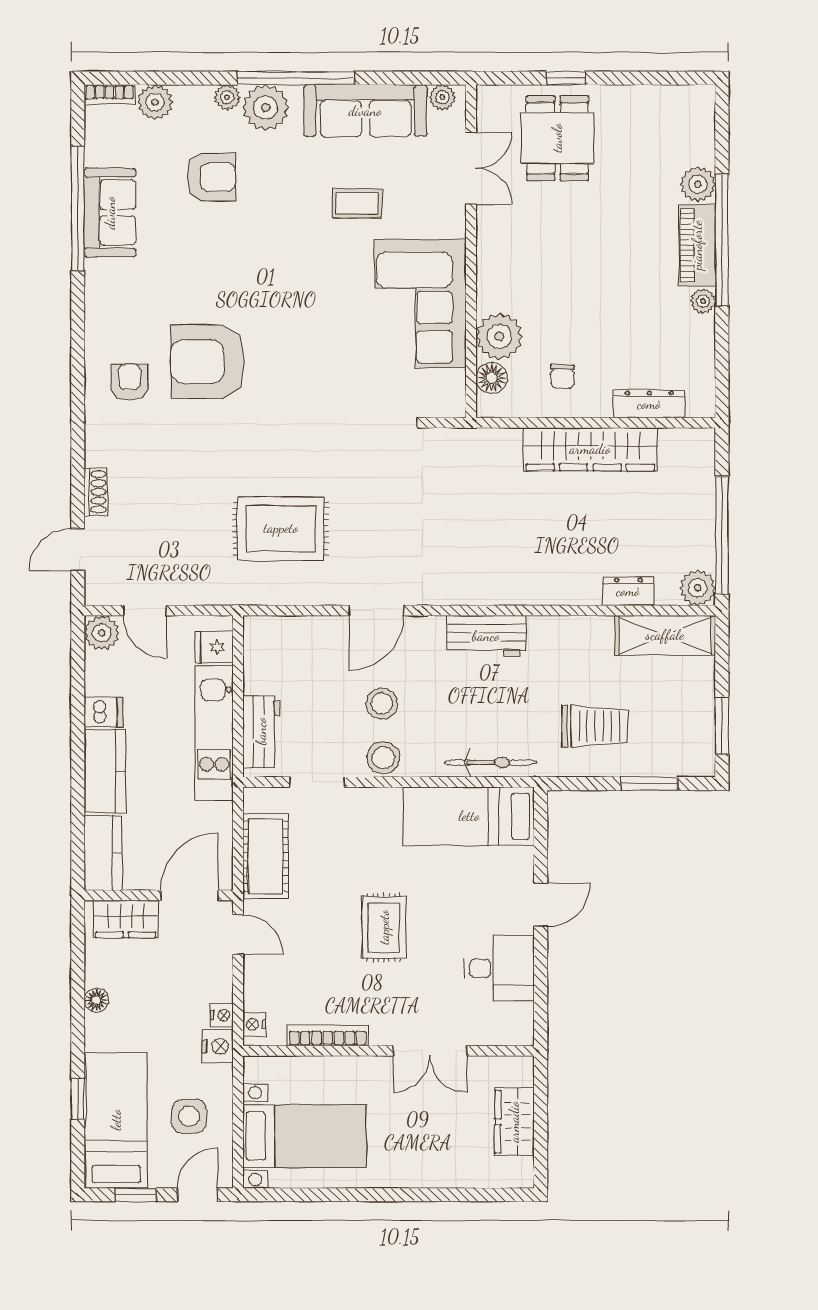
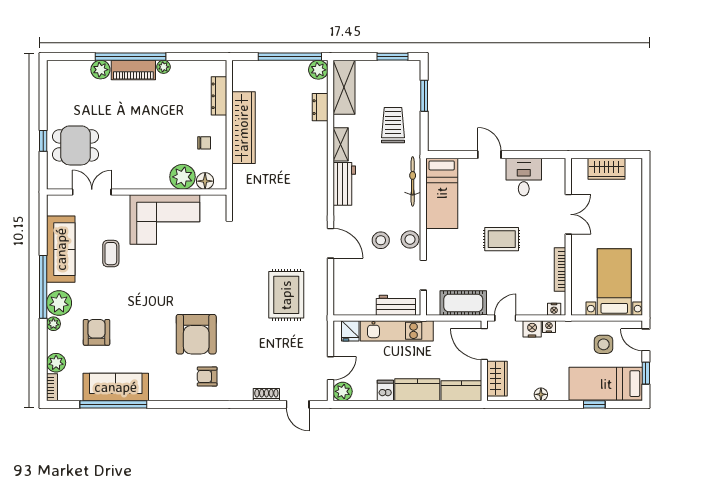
plant: (442, 97) -> (53, 208), removed
sofa: (110, 213) -> (116, 387), width x1.36
shelving: (559, 629) -> (341, 144), added
nightstand: (218, 1046) -> (532, 329), moved

